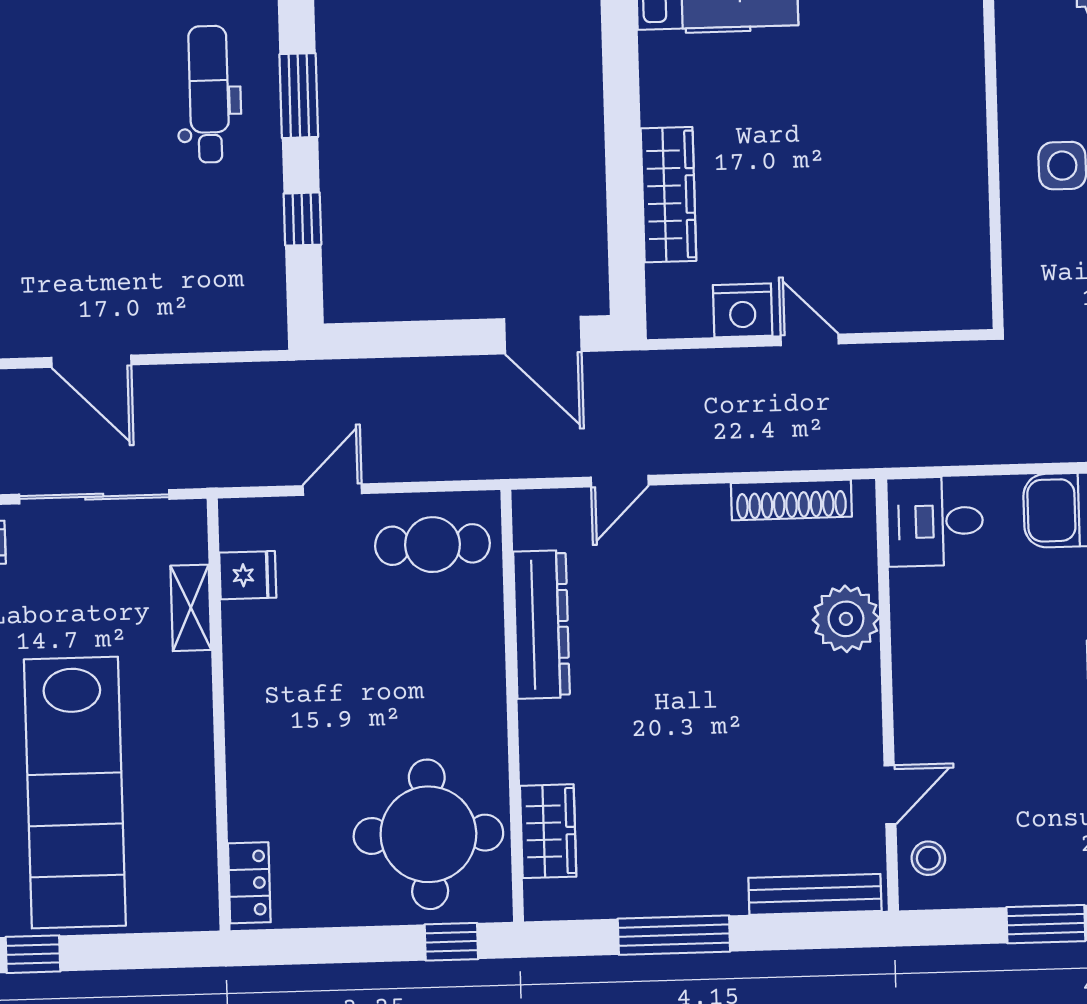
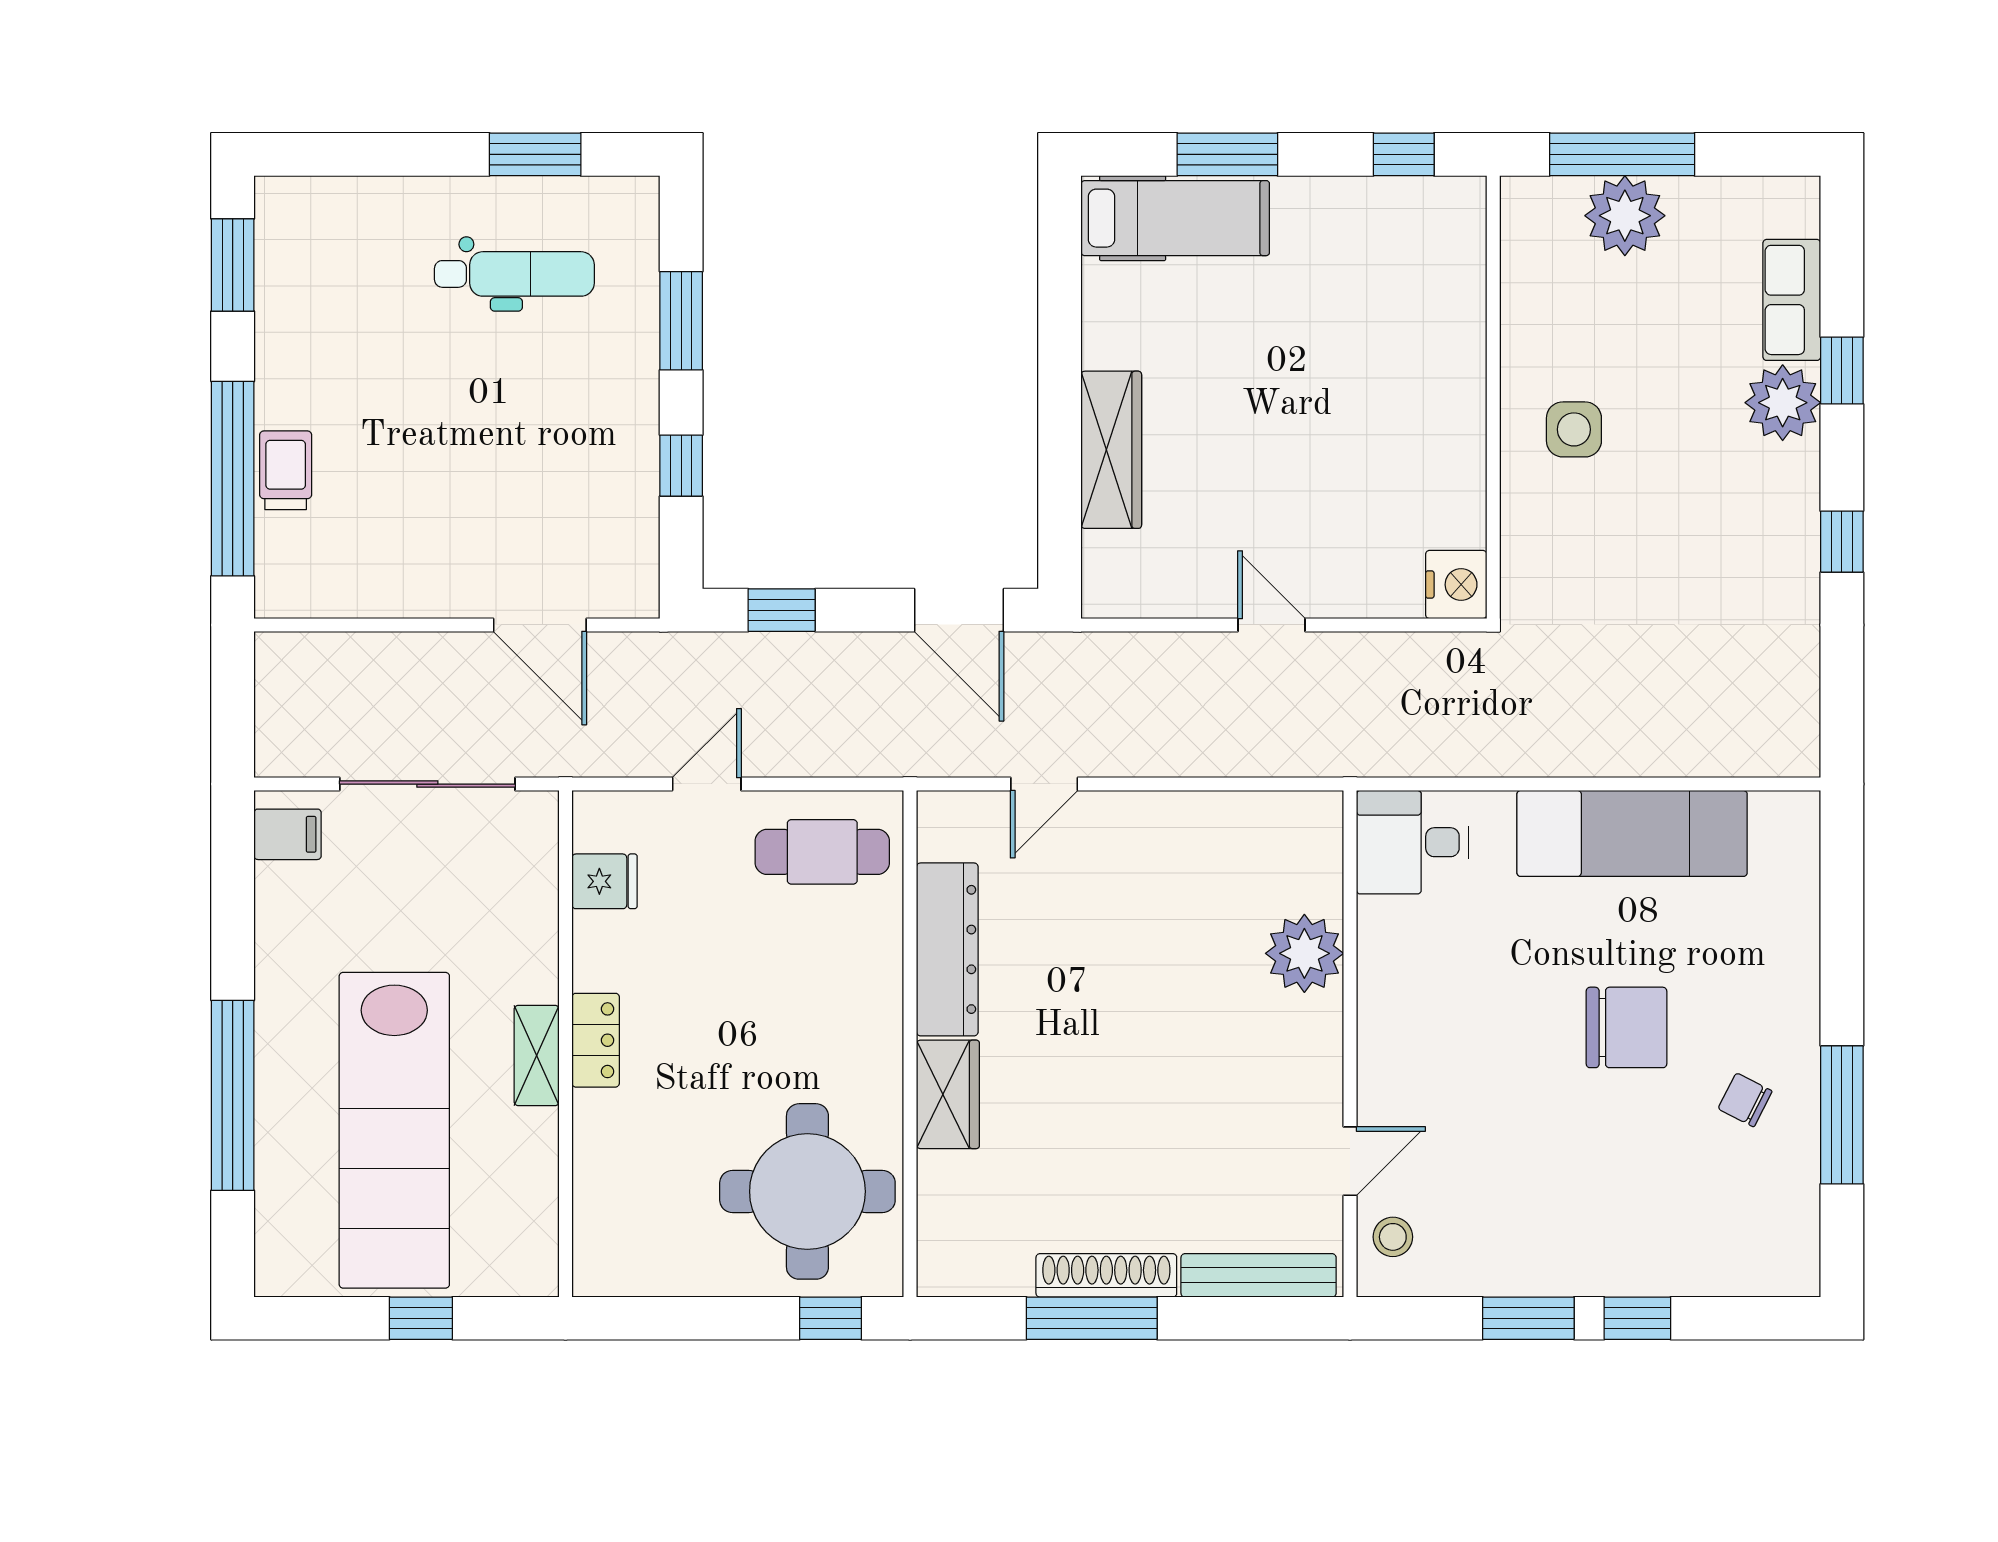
dental chair: (209, 94) -> (514, 274), moved, turned 90
nightstand: (743, 310) -> (1456, 585), moved, turned -90
window: (392, 340) -> (782, 610), added
door: (91, 361) -> (540, 625), moved
shoe rack: (791, 500) -> (1106, 1275), moved, turned 180
shelving: (191, 608) -> (537, 1055), moved
wardrobe: (548, 831) -> (948, 1094), moved
locker: (249, 883) -> (596, 1040), moved
window: (33, 954) -> (421, 1318), moved

